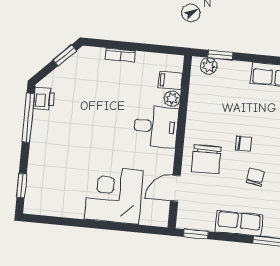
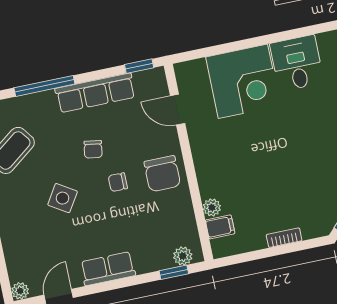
desk: (156, 127) -> (297, 63), moved, turned 90
chair: (206, 159) -> (162, 174), moved, turned 180
door: (175, 188) -> (178, 110), swing flipped
row of seats: (239, 223) -> (95, 93), width x1.48

